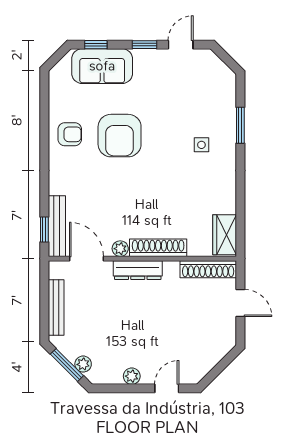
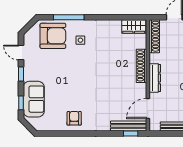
window: (240, 125) -> (69, 17), width x1.44
armchair: (120, 136) -> (53, 36), moved
plant: (120, 249) -> (142, 88), removed

